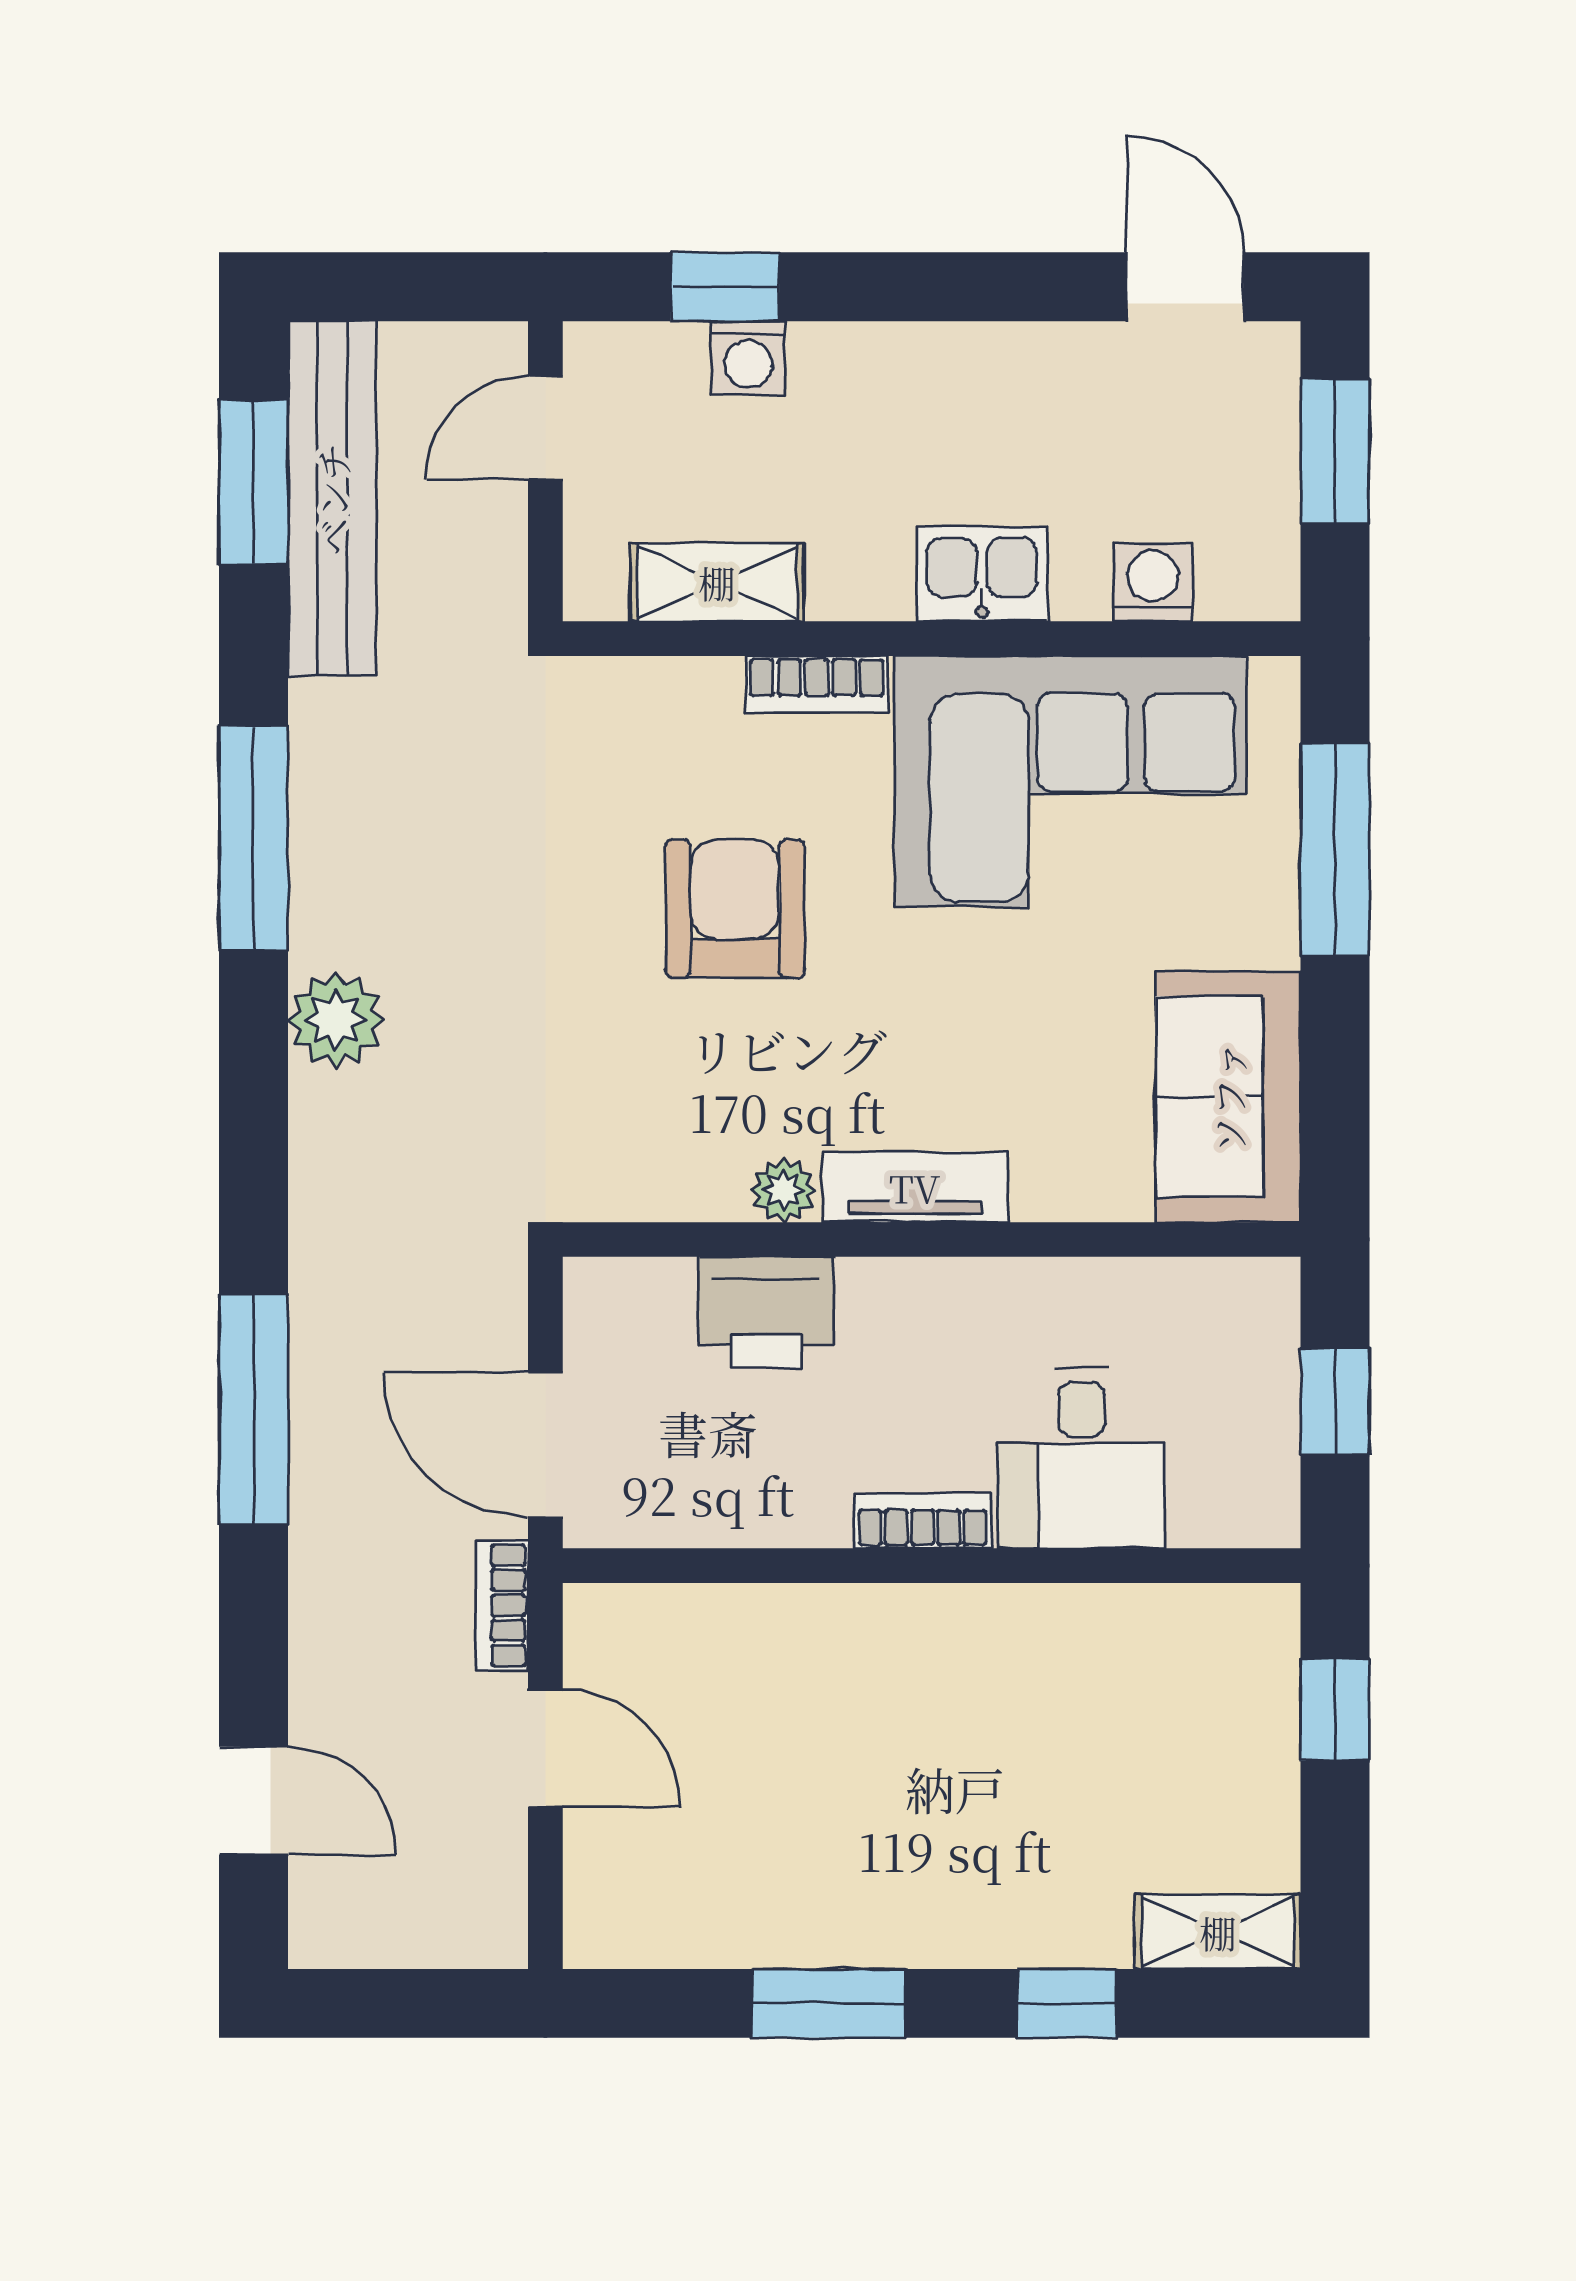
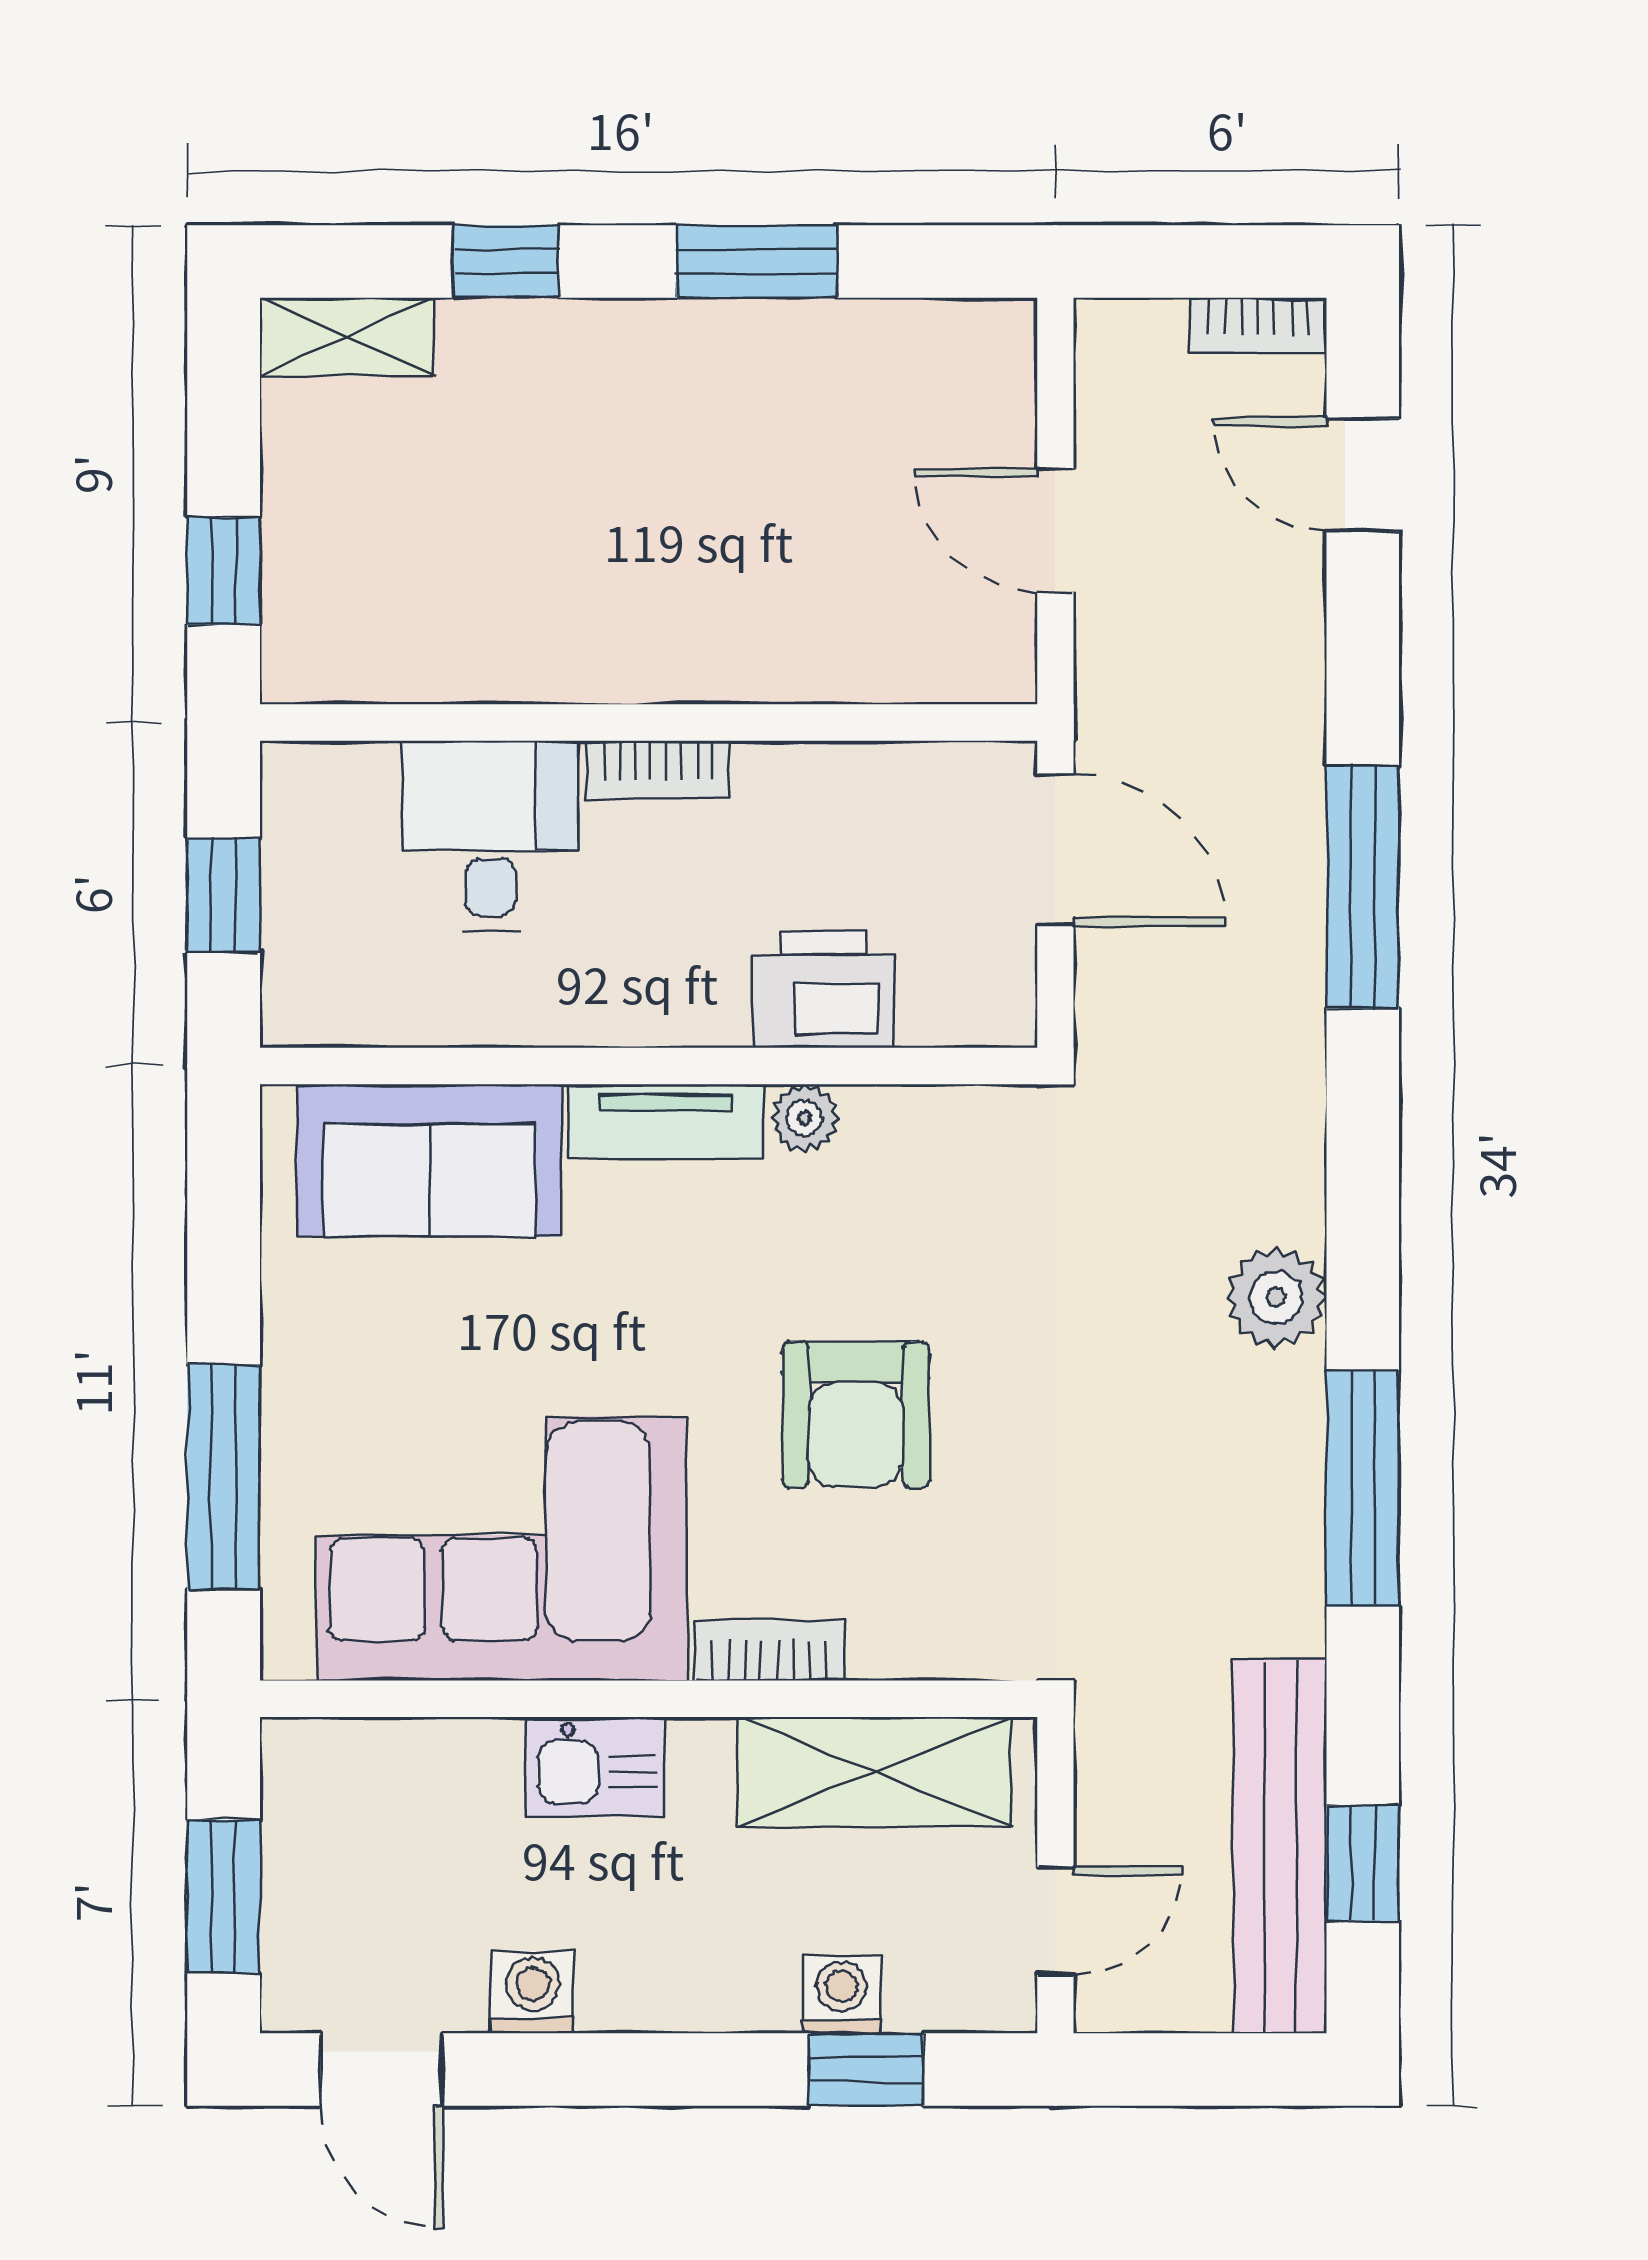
window: (254, 482) -> (1363, 1864), width x0.67
shelving: (717, 582) -> (874, 1772), width x1.50, depth x1.33
washing machine: (1153, 582) -> (533, 1992), moved, turned 180
sofa: (1228, 1097) -> (429, 1160), moved, turned 90
bookcase: (502, 1605) -> (1258, 325), moved, turned 90

